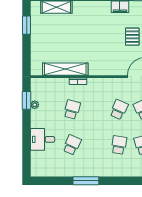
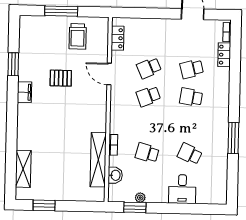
washbasin: (53, 84) -> (115, 175), added
school desk: (119, 110) -> (148, 96), turned -45

